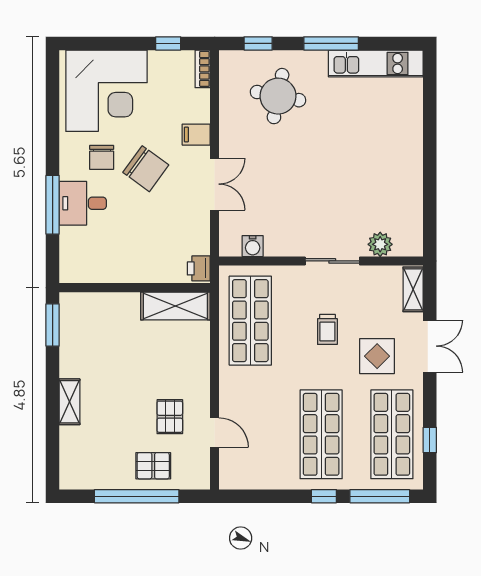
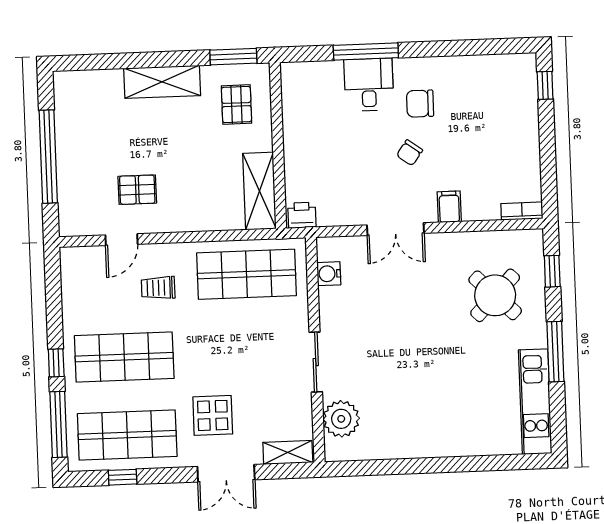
window: (168, 43) -> (545, 85), moved
corner desk: (106, 91) -> (494, 106), removed
round table: (278, 96) -> (495, 295), turned 33
chair: (146, 169) -> (410, 153), width x0.54, depth x0.54
plant: (380, 244) -> (341, 419), width x1.36, depth x1.36
trolley: (327, 329) -> (158, 288), moved
shelving: (70, 402) -> (162, 82), width x1.50, depth x1.33
pallet: (153, 466) -> (236, 105), moved

